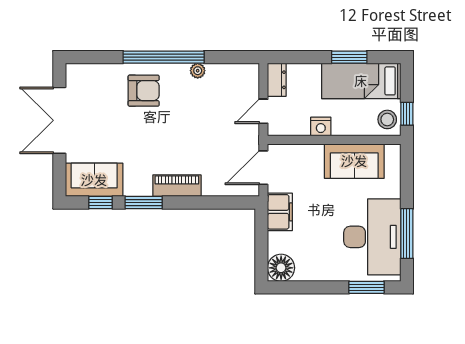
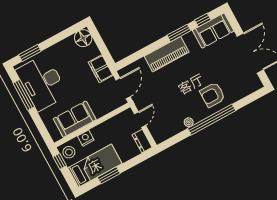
nightstand: (321, 127) -> (86, 138), moved
piano: (177, 186) -> (167, 54), width x1.37, depth x1.33

